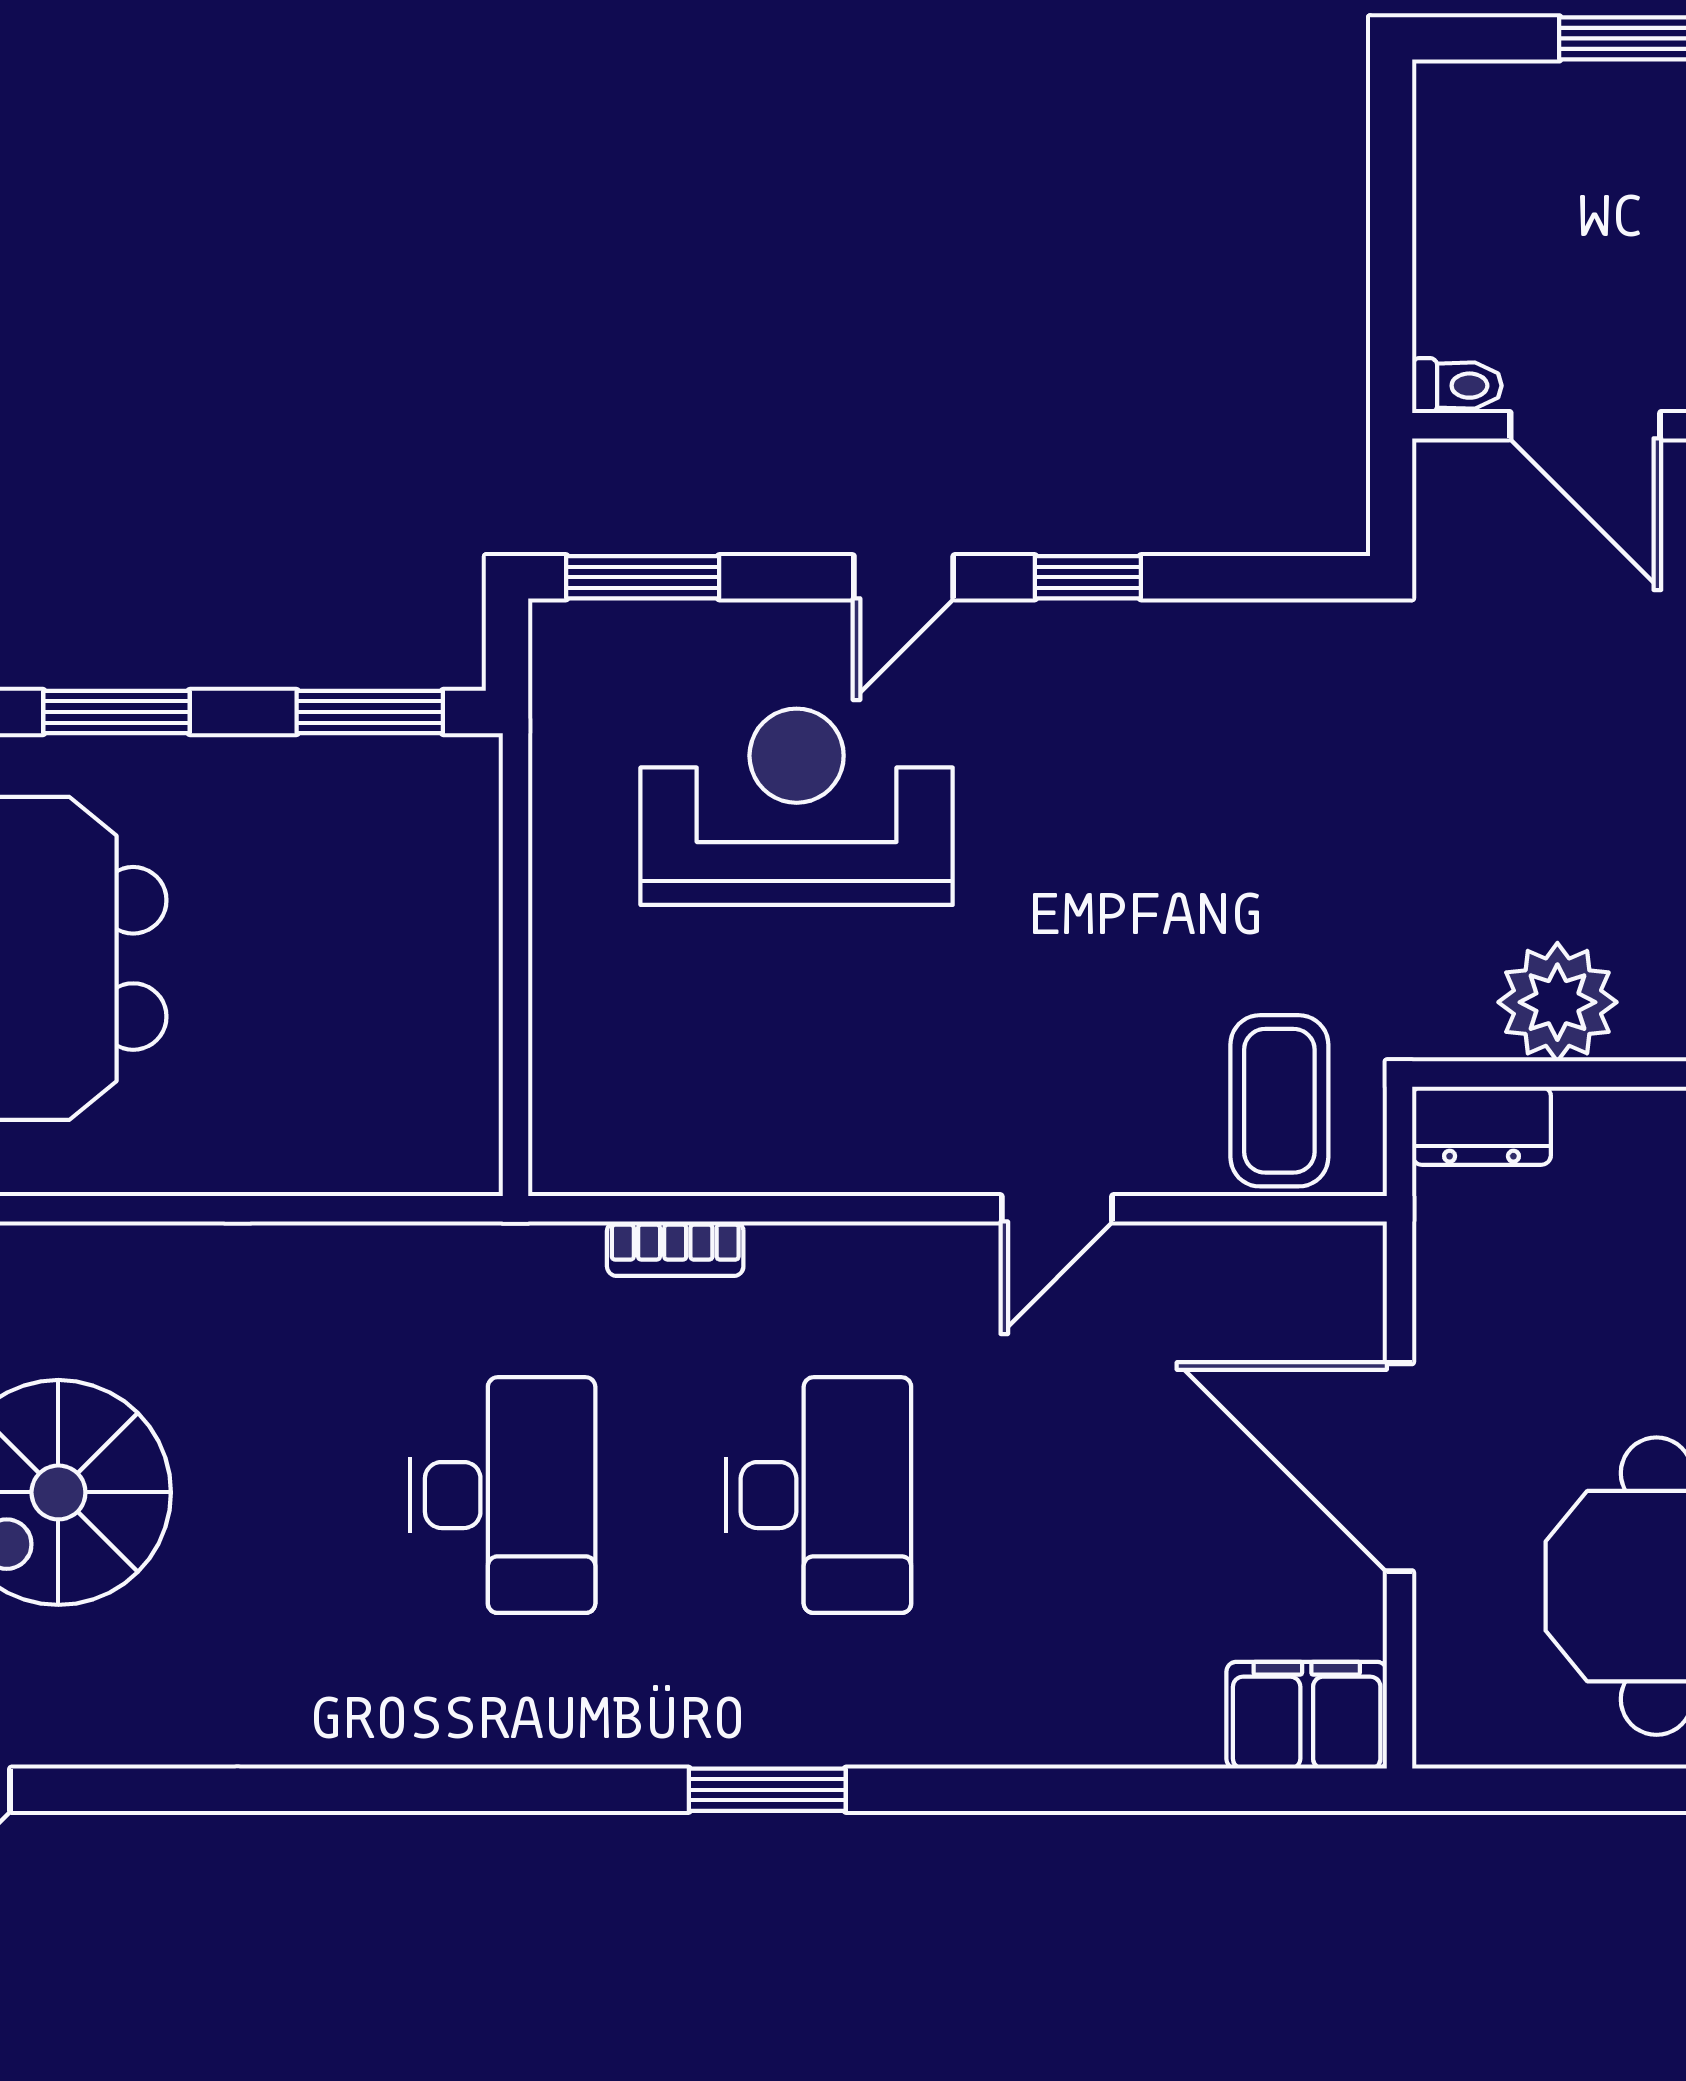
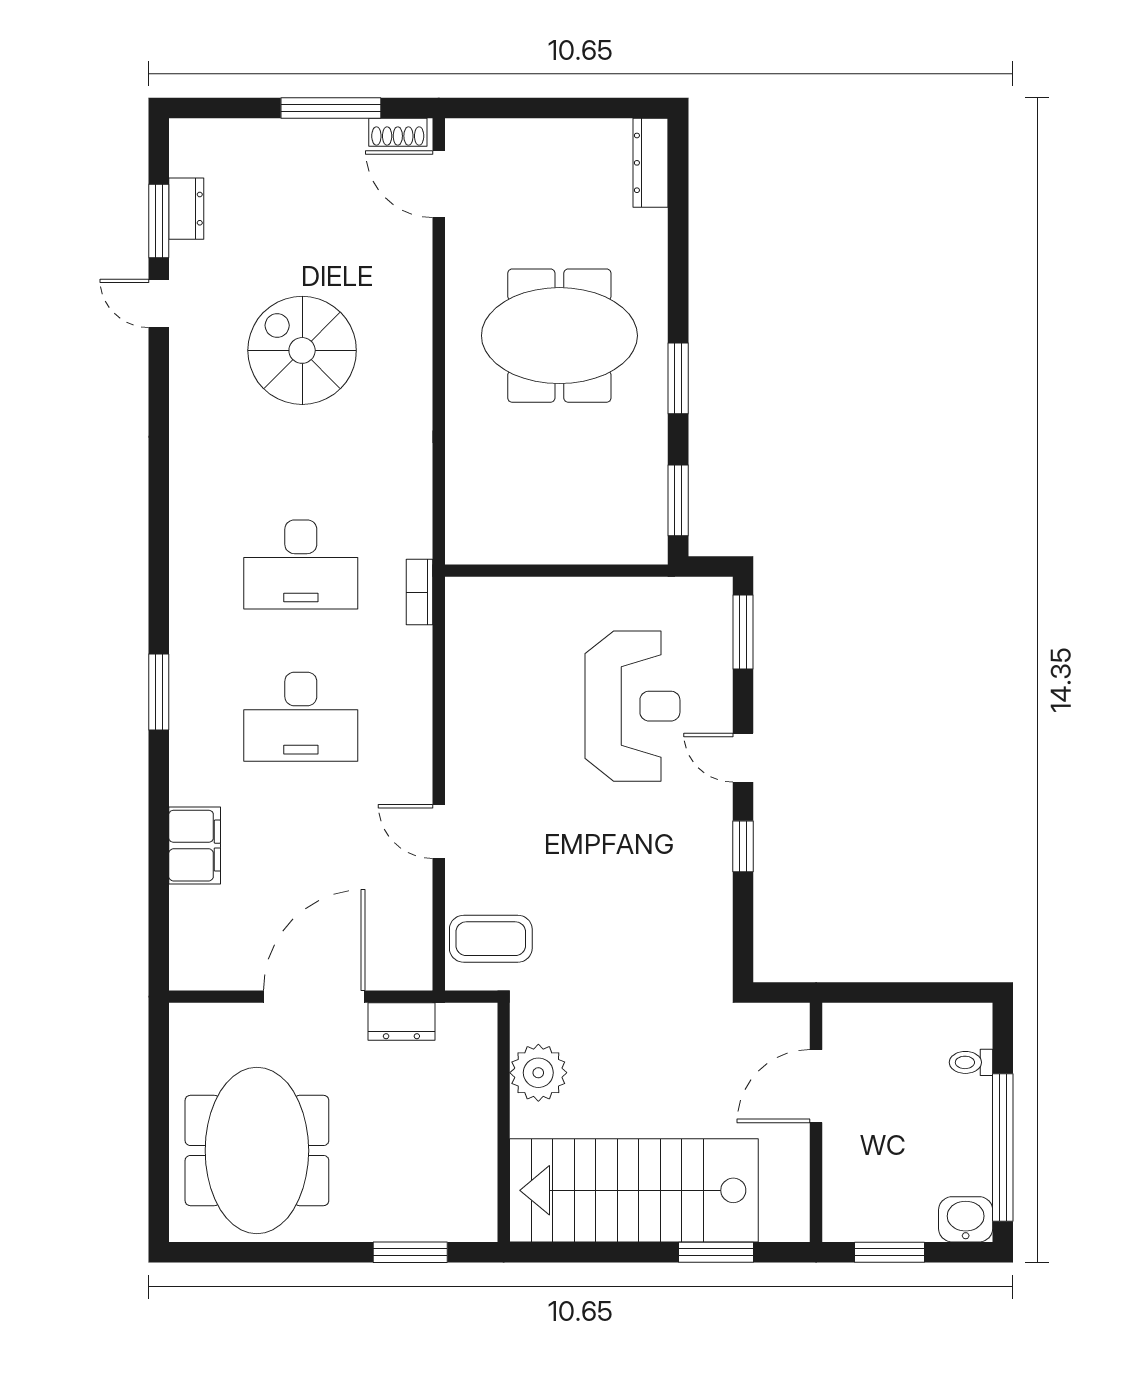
toilet: (1457, 386) -> (971, 1062), moved, turned 90
dresser: (1482, 1126) -> (401, 1022), moved, turned -90
bookcase: (675, 1249) -> (420, 592), moved
filing cabinet: (1307, 1715) -> (195, 846), moved

